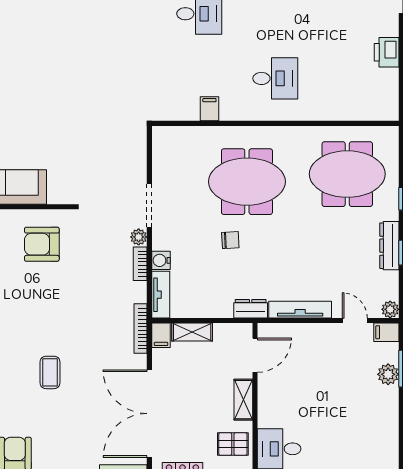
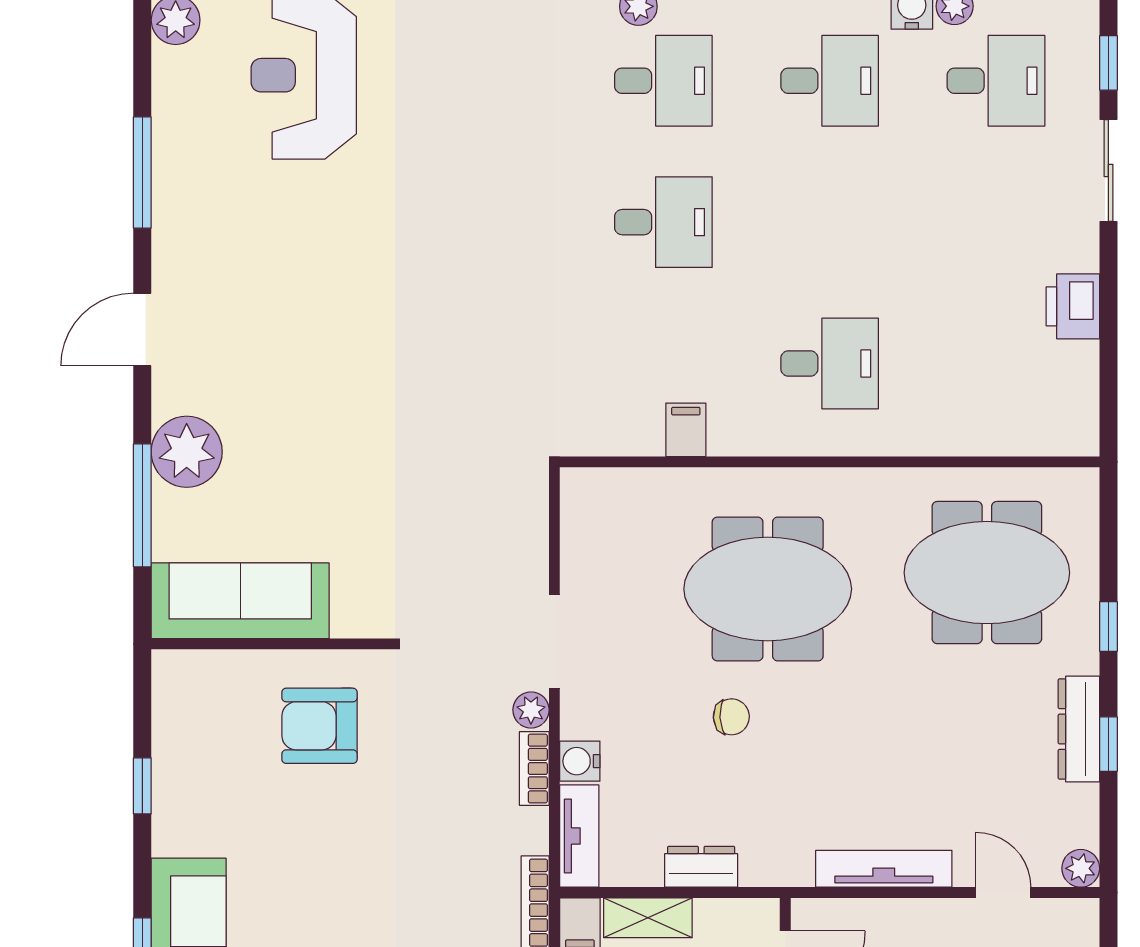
dresser: (251, 309) -> (701, 867), moved
filing cabinet: (386, 332) -> (1072, 918), removed

